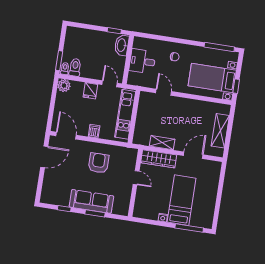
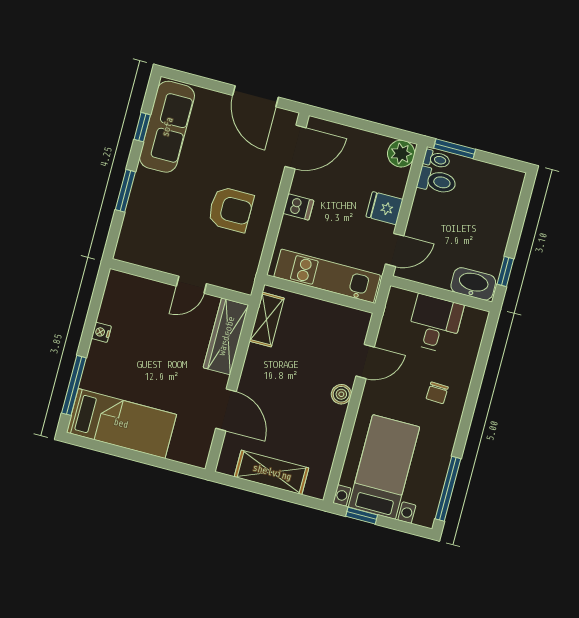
boiler: (180, 102) -> (341, 394), added
shelving: (162, 143) -> (267, 320), moved
bed: (182, 200) -> (121, 423), moved
sofa: (91, 201) -> (167, 127), moved

